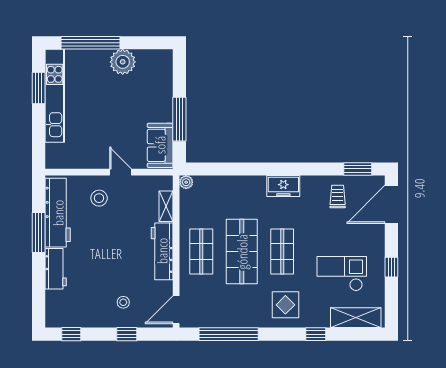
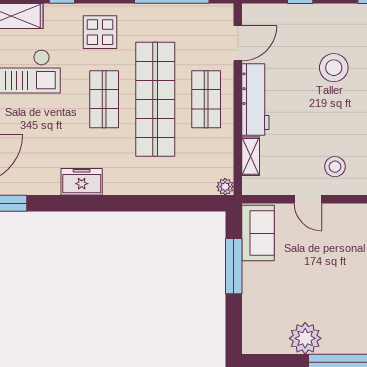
freezer: (283, 186) -> (82, 182), moved
trolley: (338, 197) -> (34, 169), removed
shop shelf: (242, 252) -> (155, 99), width x1.40
stool: (123, 302) -> (334, 68), moved, width x1.89, depth x1.89
door: (176, 310) -> (238, 43), moved

